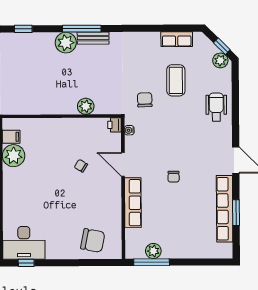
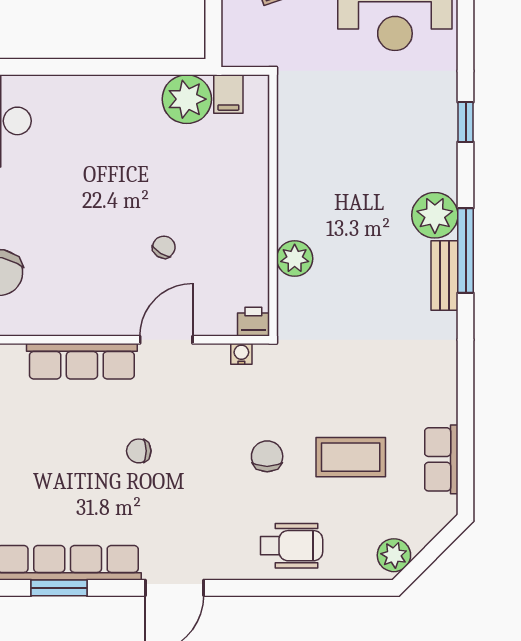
window: (222, 46) -> (425, 559), removed
chair: (145, 100) -> (267, 456), moved, turned -88

